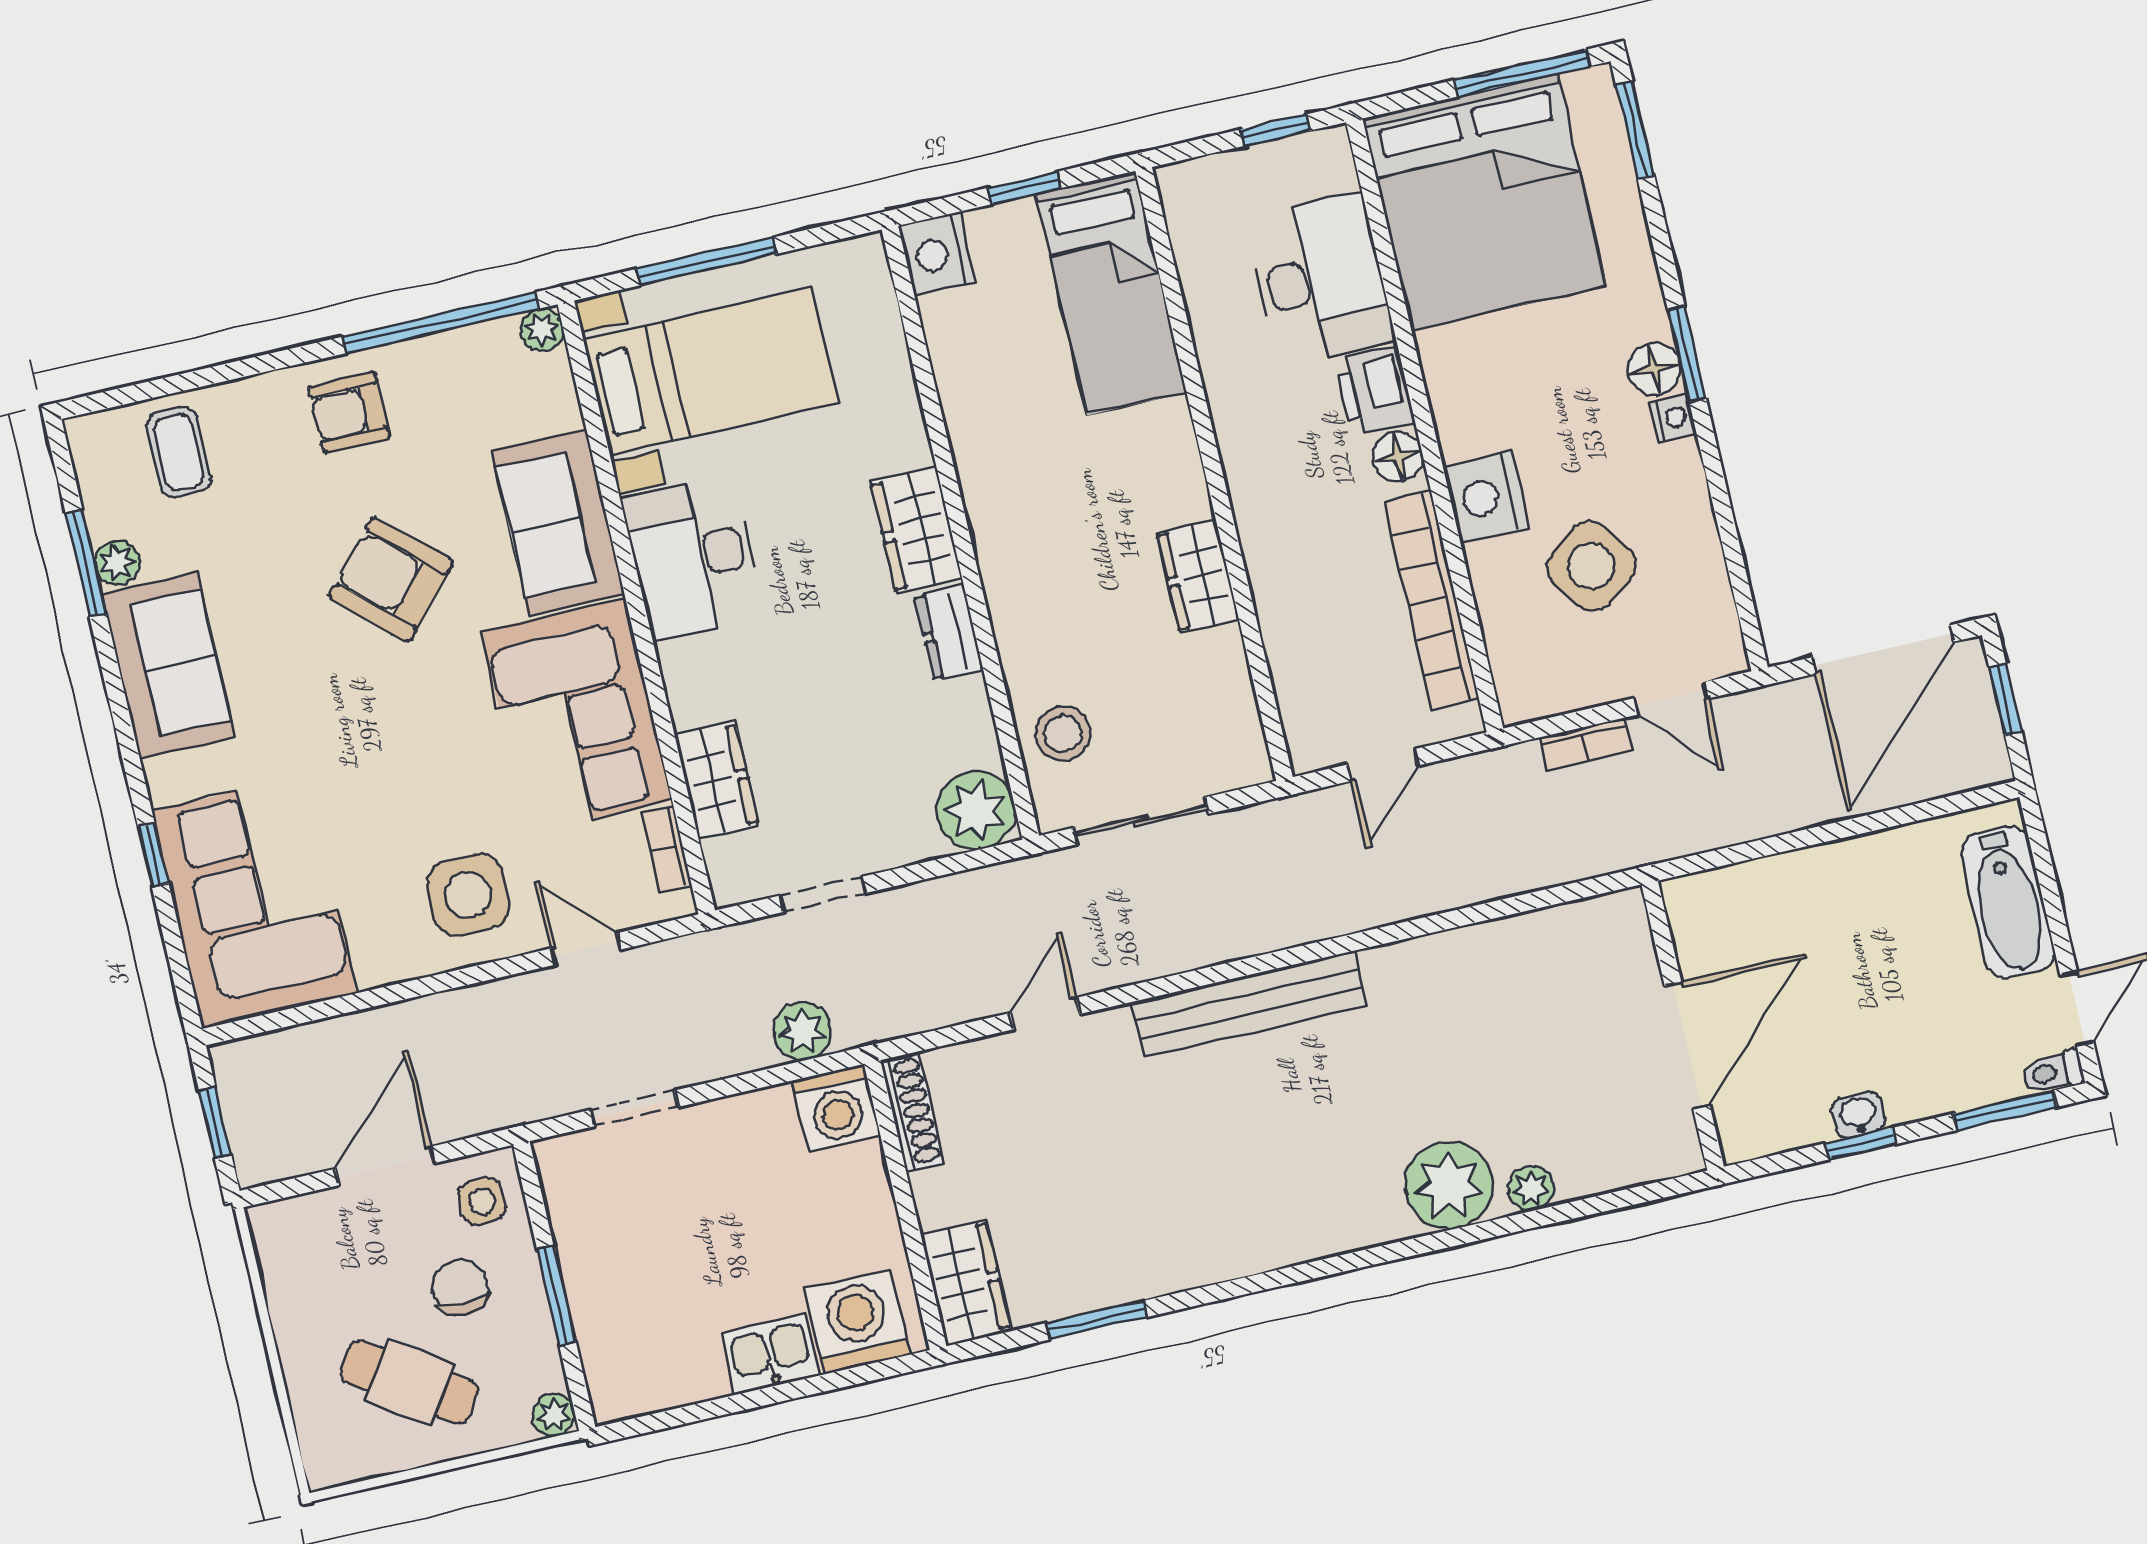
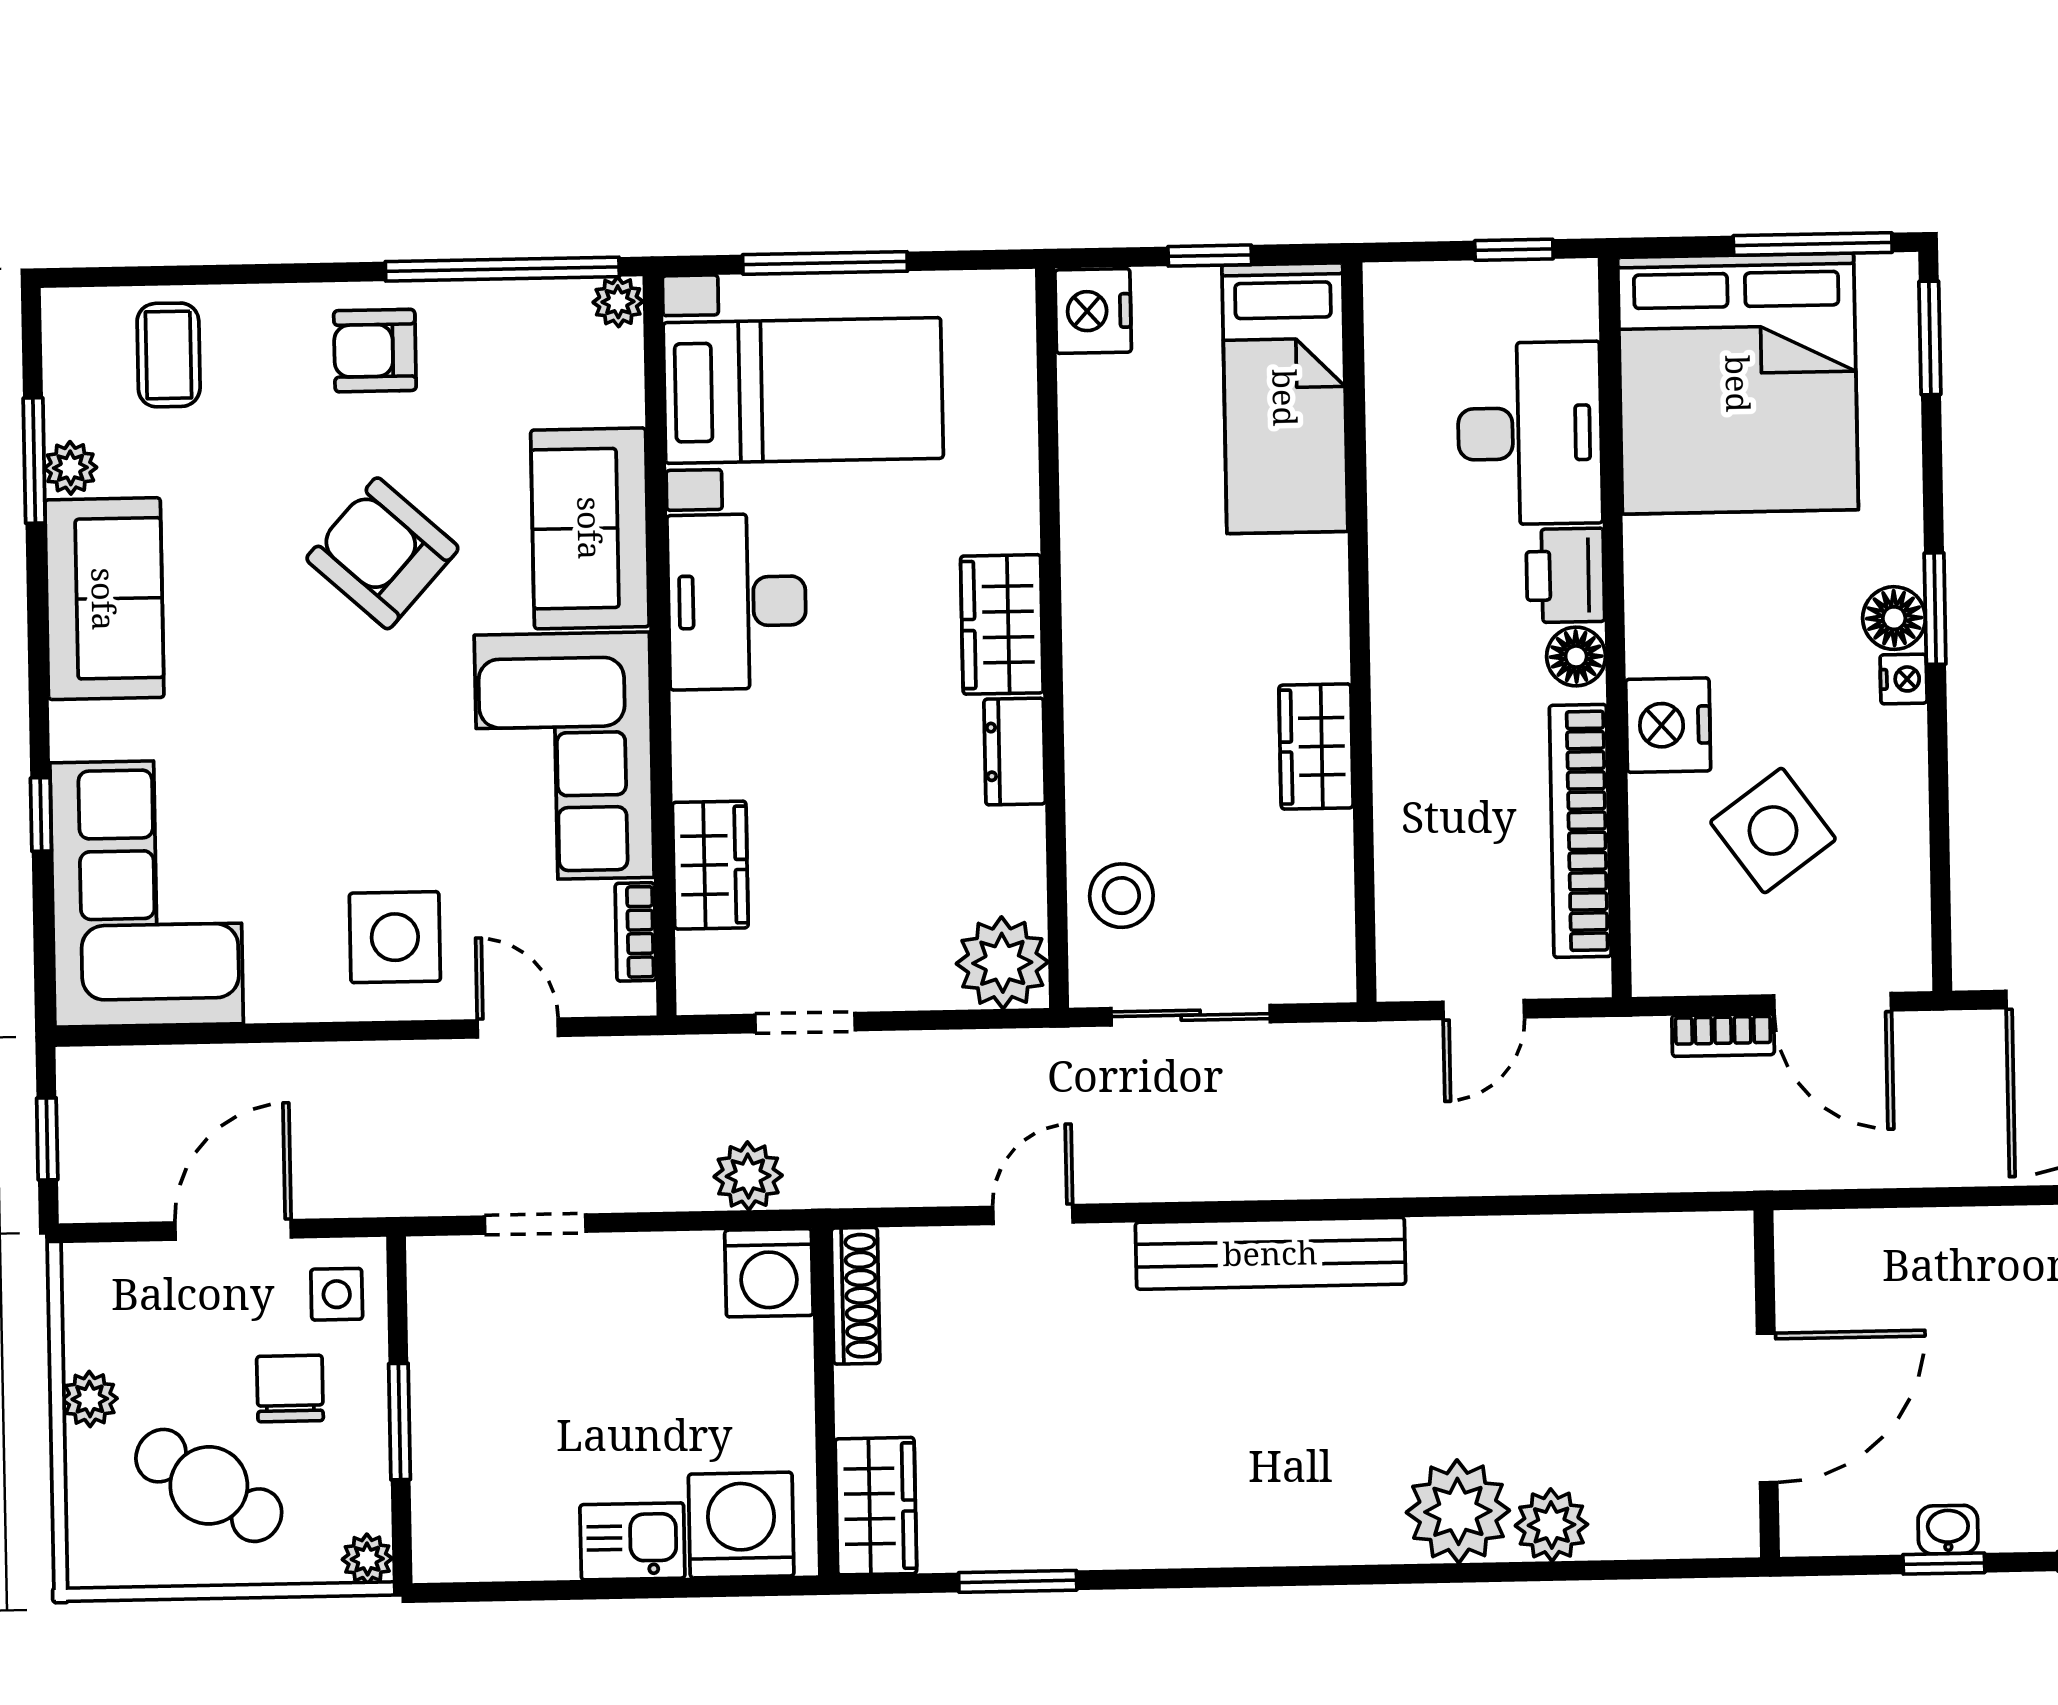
door: (1671, 698) -> (1833, 1003), width x1.38
plant: (1531, 1188) -> (1551, 1525), width x1.38, depth x1.38
plant: (296, 1331) -> (90, 1399), added

